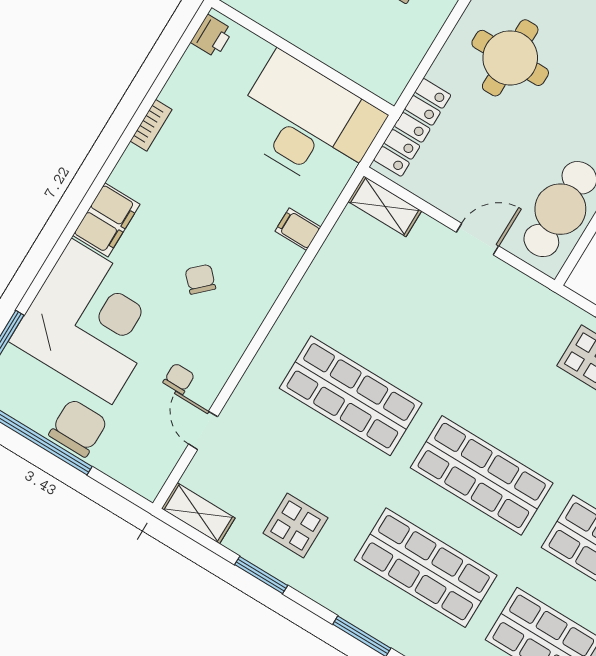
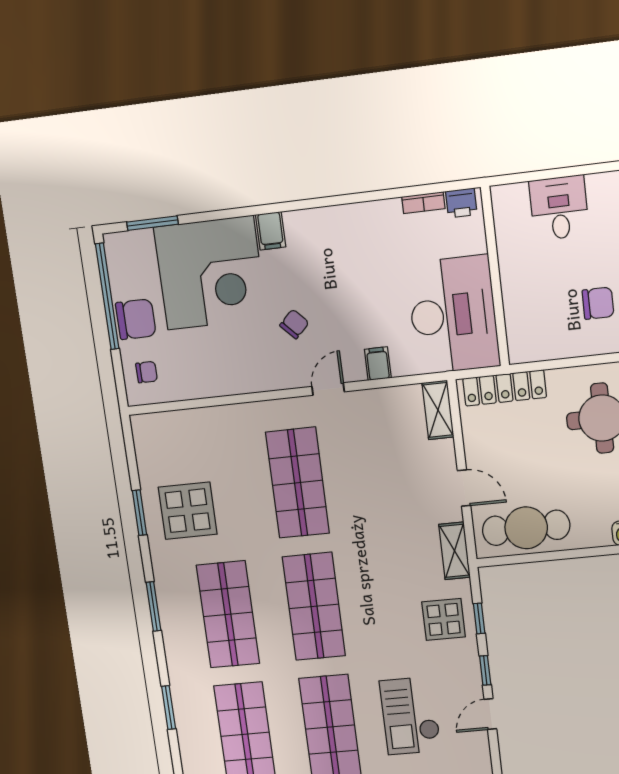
bookcase: (151, 125) -> (423, 203), moved
filing cabinet: (106, 220) -> (271, 231), width x0.50
chair: (179, 379) -> (147, 372), moved
door: (203, 430) -> (328, 389), moved
shelving: (198, 513) -> (455, 551), moved
display table: (295, 525) -> (188, 511), width x1.36, depth x1.36

